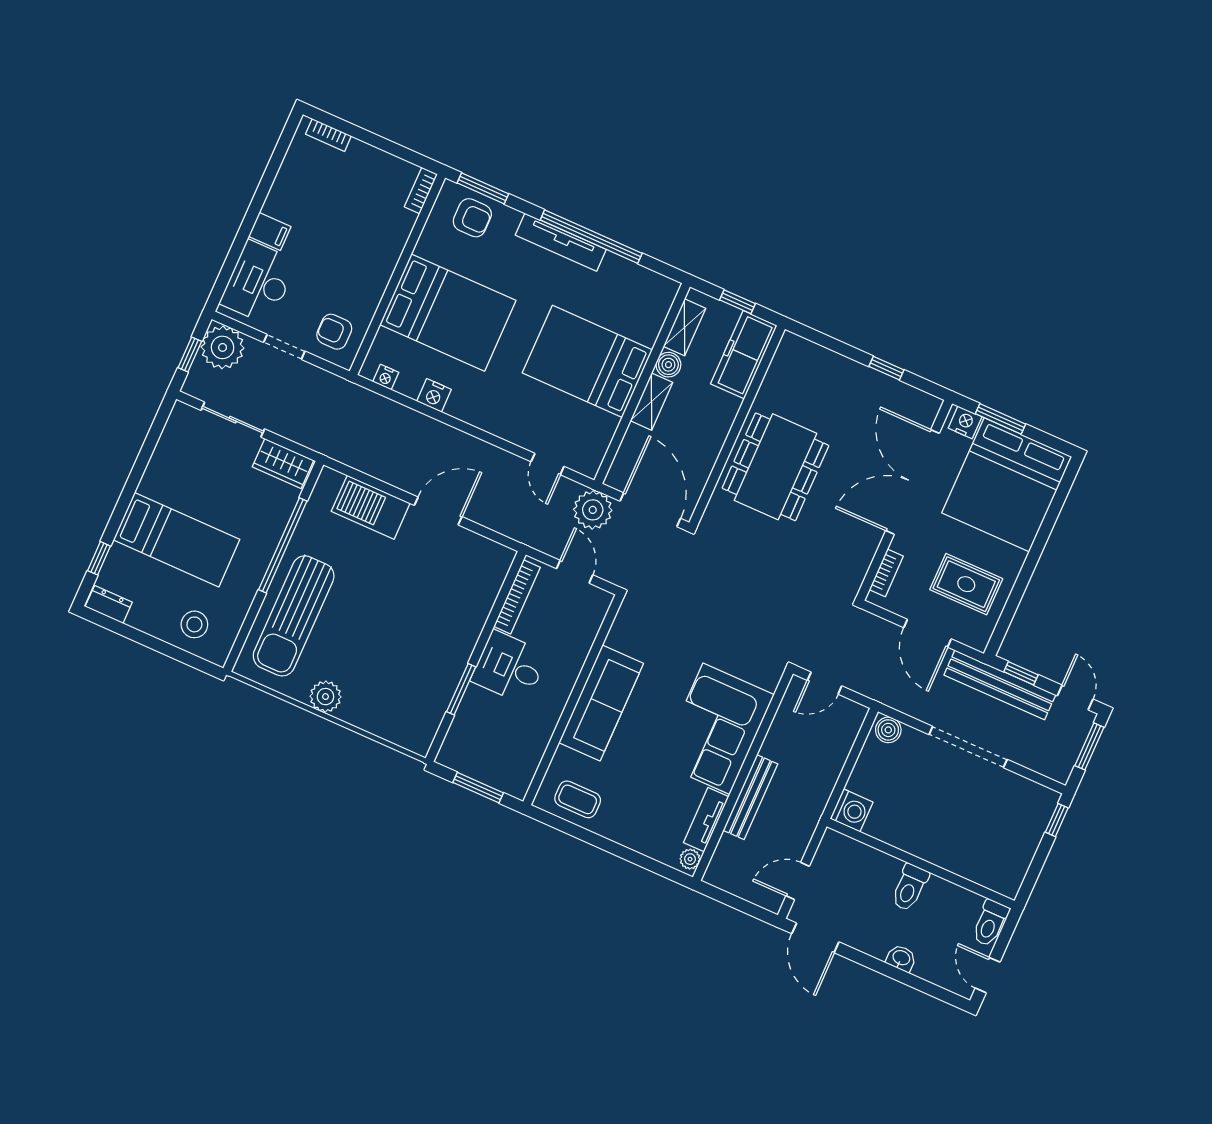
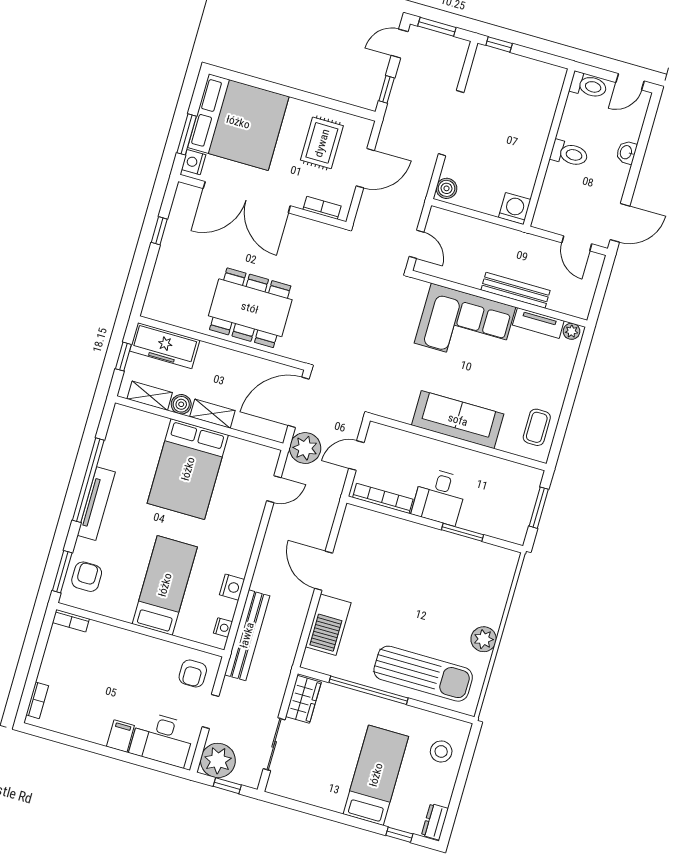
bed: (448, 313) -> (165, 585), width x0.67
bench: (1000, 685) -> (247, 635), moved

